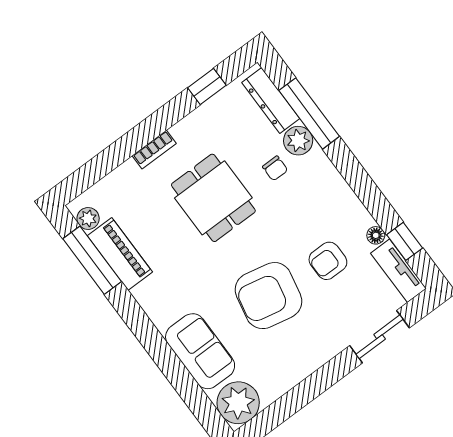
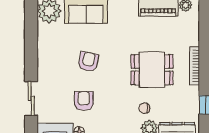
bookcase: (154, 150) -> (194, 66), width x1.56
armchair: (269, 296) -> (88, 62), width x0.53, depth x0.53

